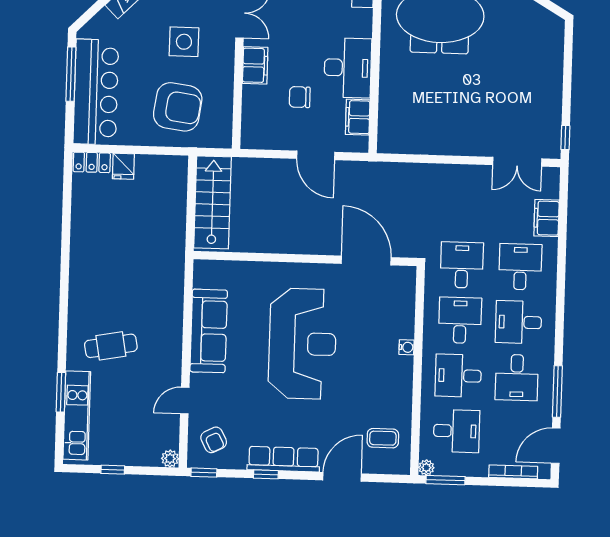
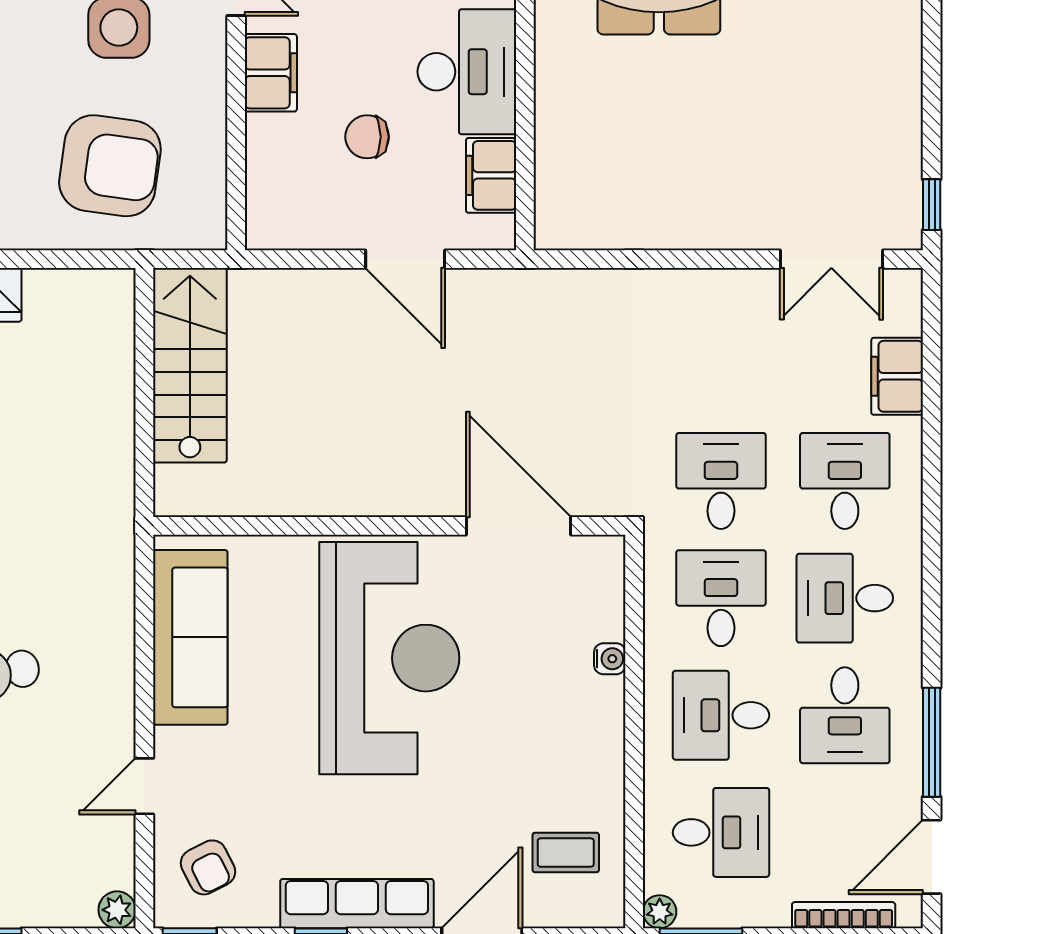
wall: (305, 259) -> (389, 526), moved
door: (366, 260) -> (519, 526), moved

